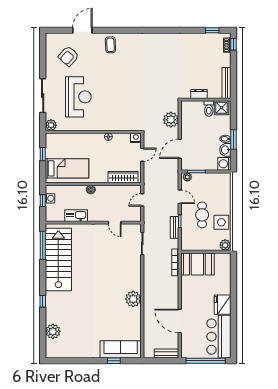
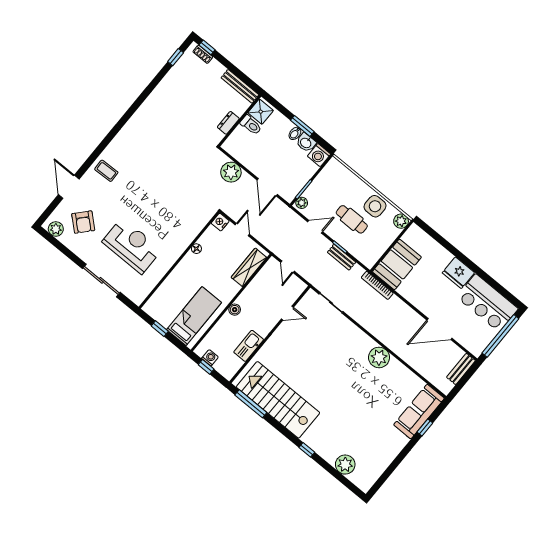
plant: (51, 125) -> (56, 229), moved

